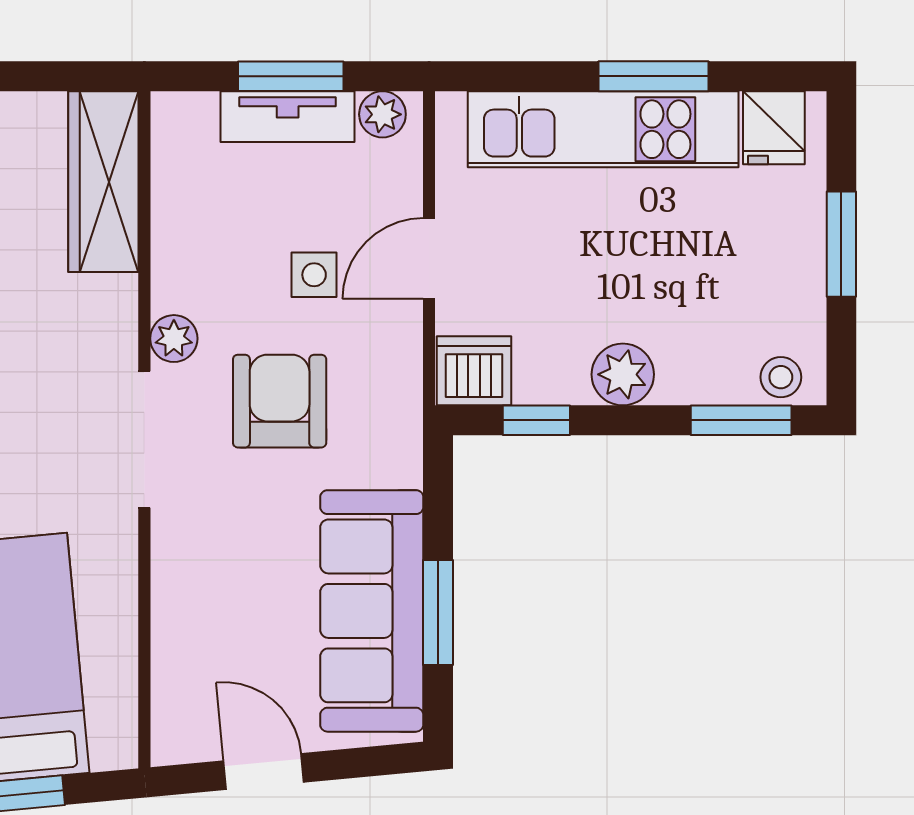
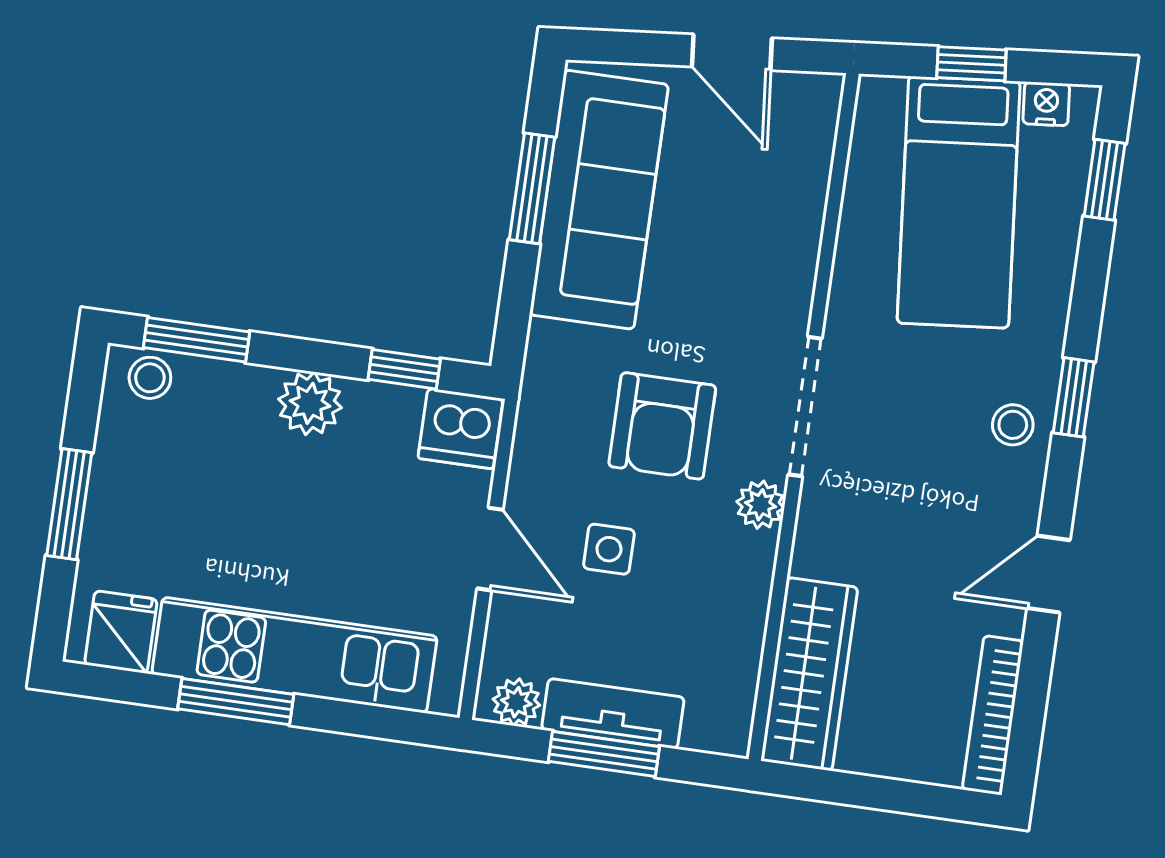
door: (429, 259) -> (490, 549), hinge flipped

